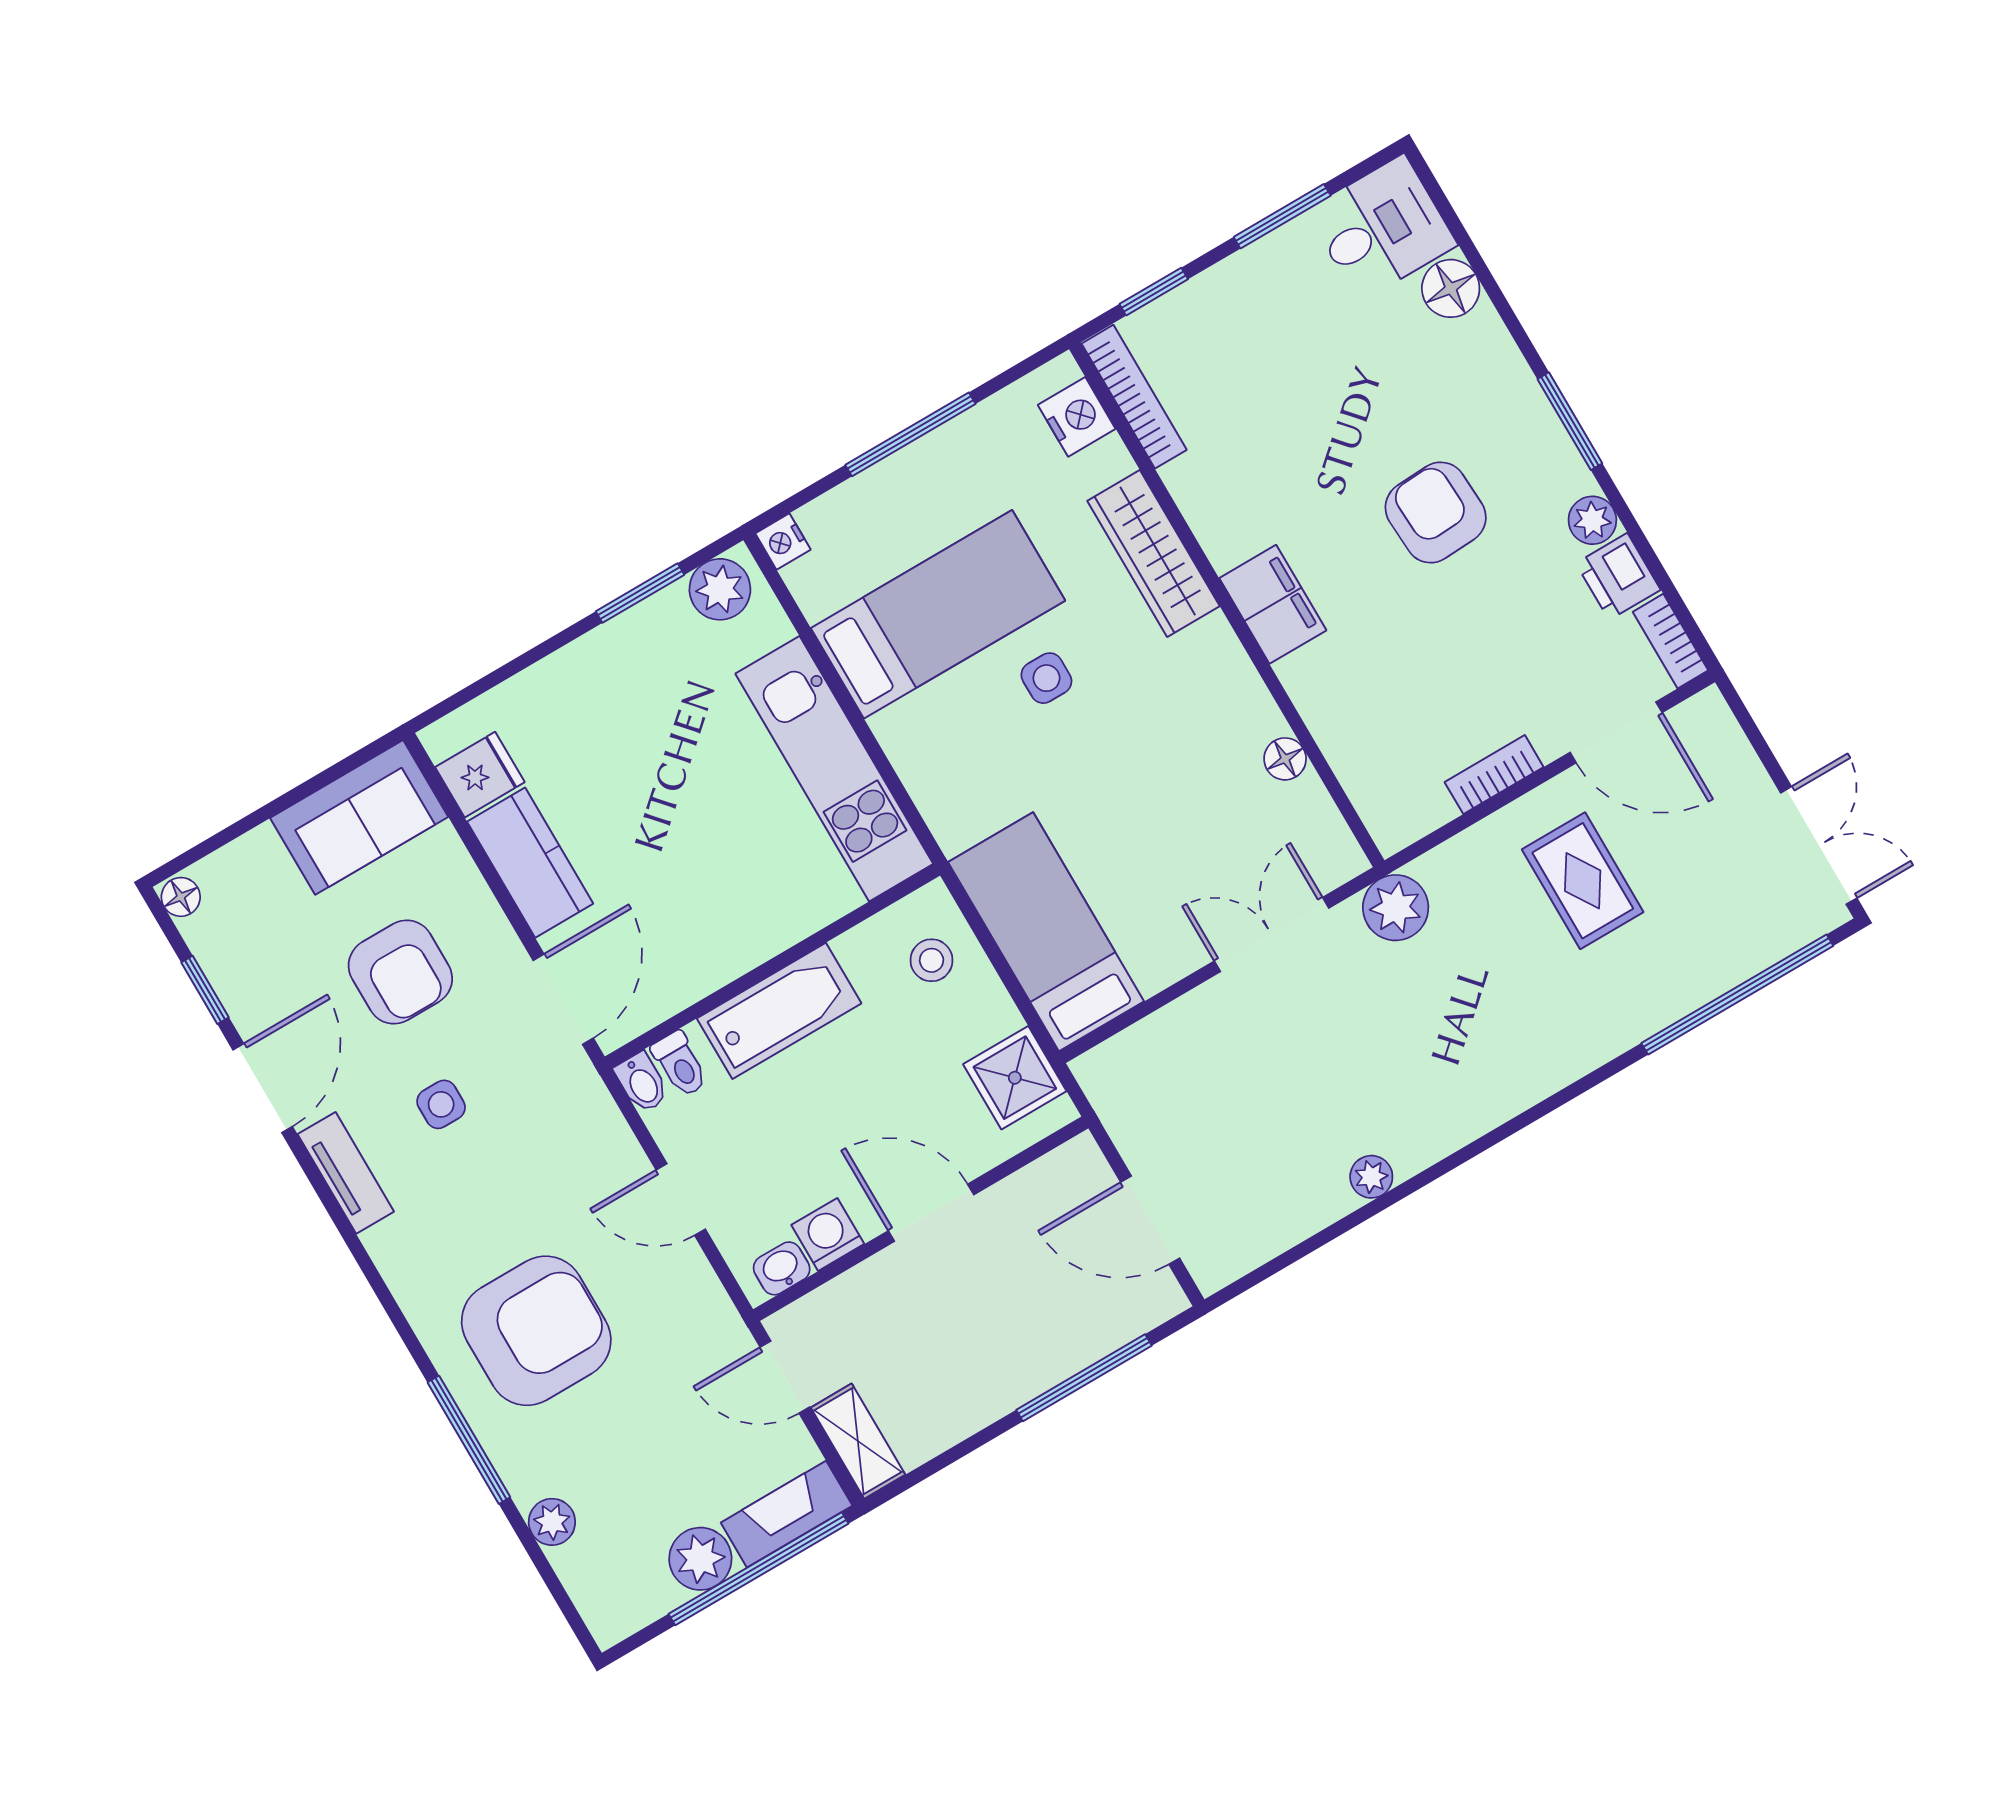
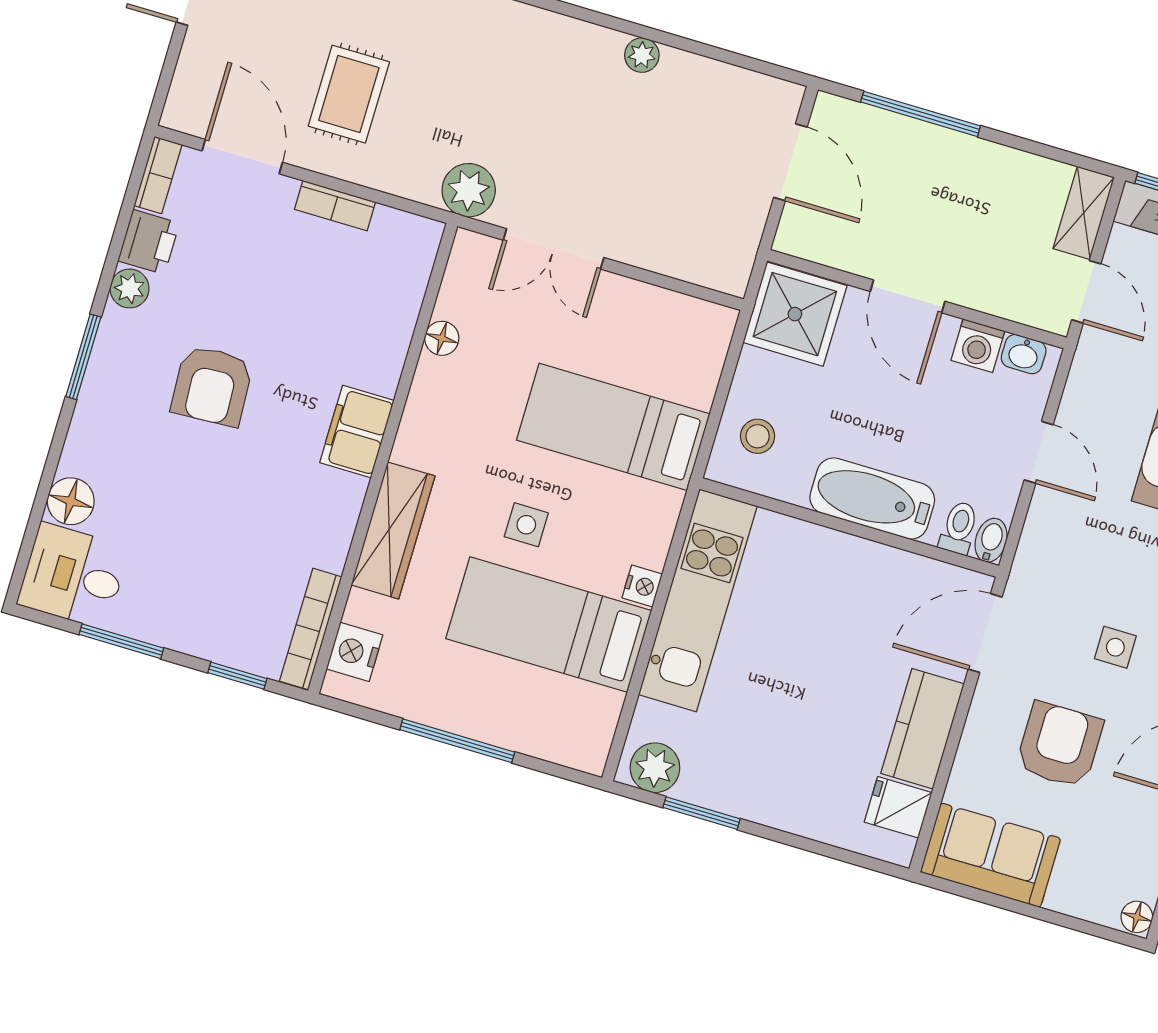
nightstand: (783, 541) -> (642, 586), moved
bed: (1046, 932) -> (613, 427), moved, turned 90
shower: (1015, 1078) -> (795, 314), width x1.36, depth x1.36

